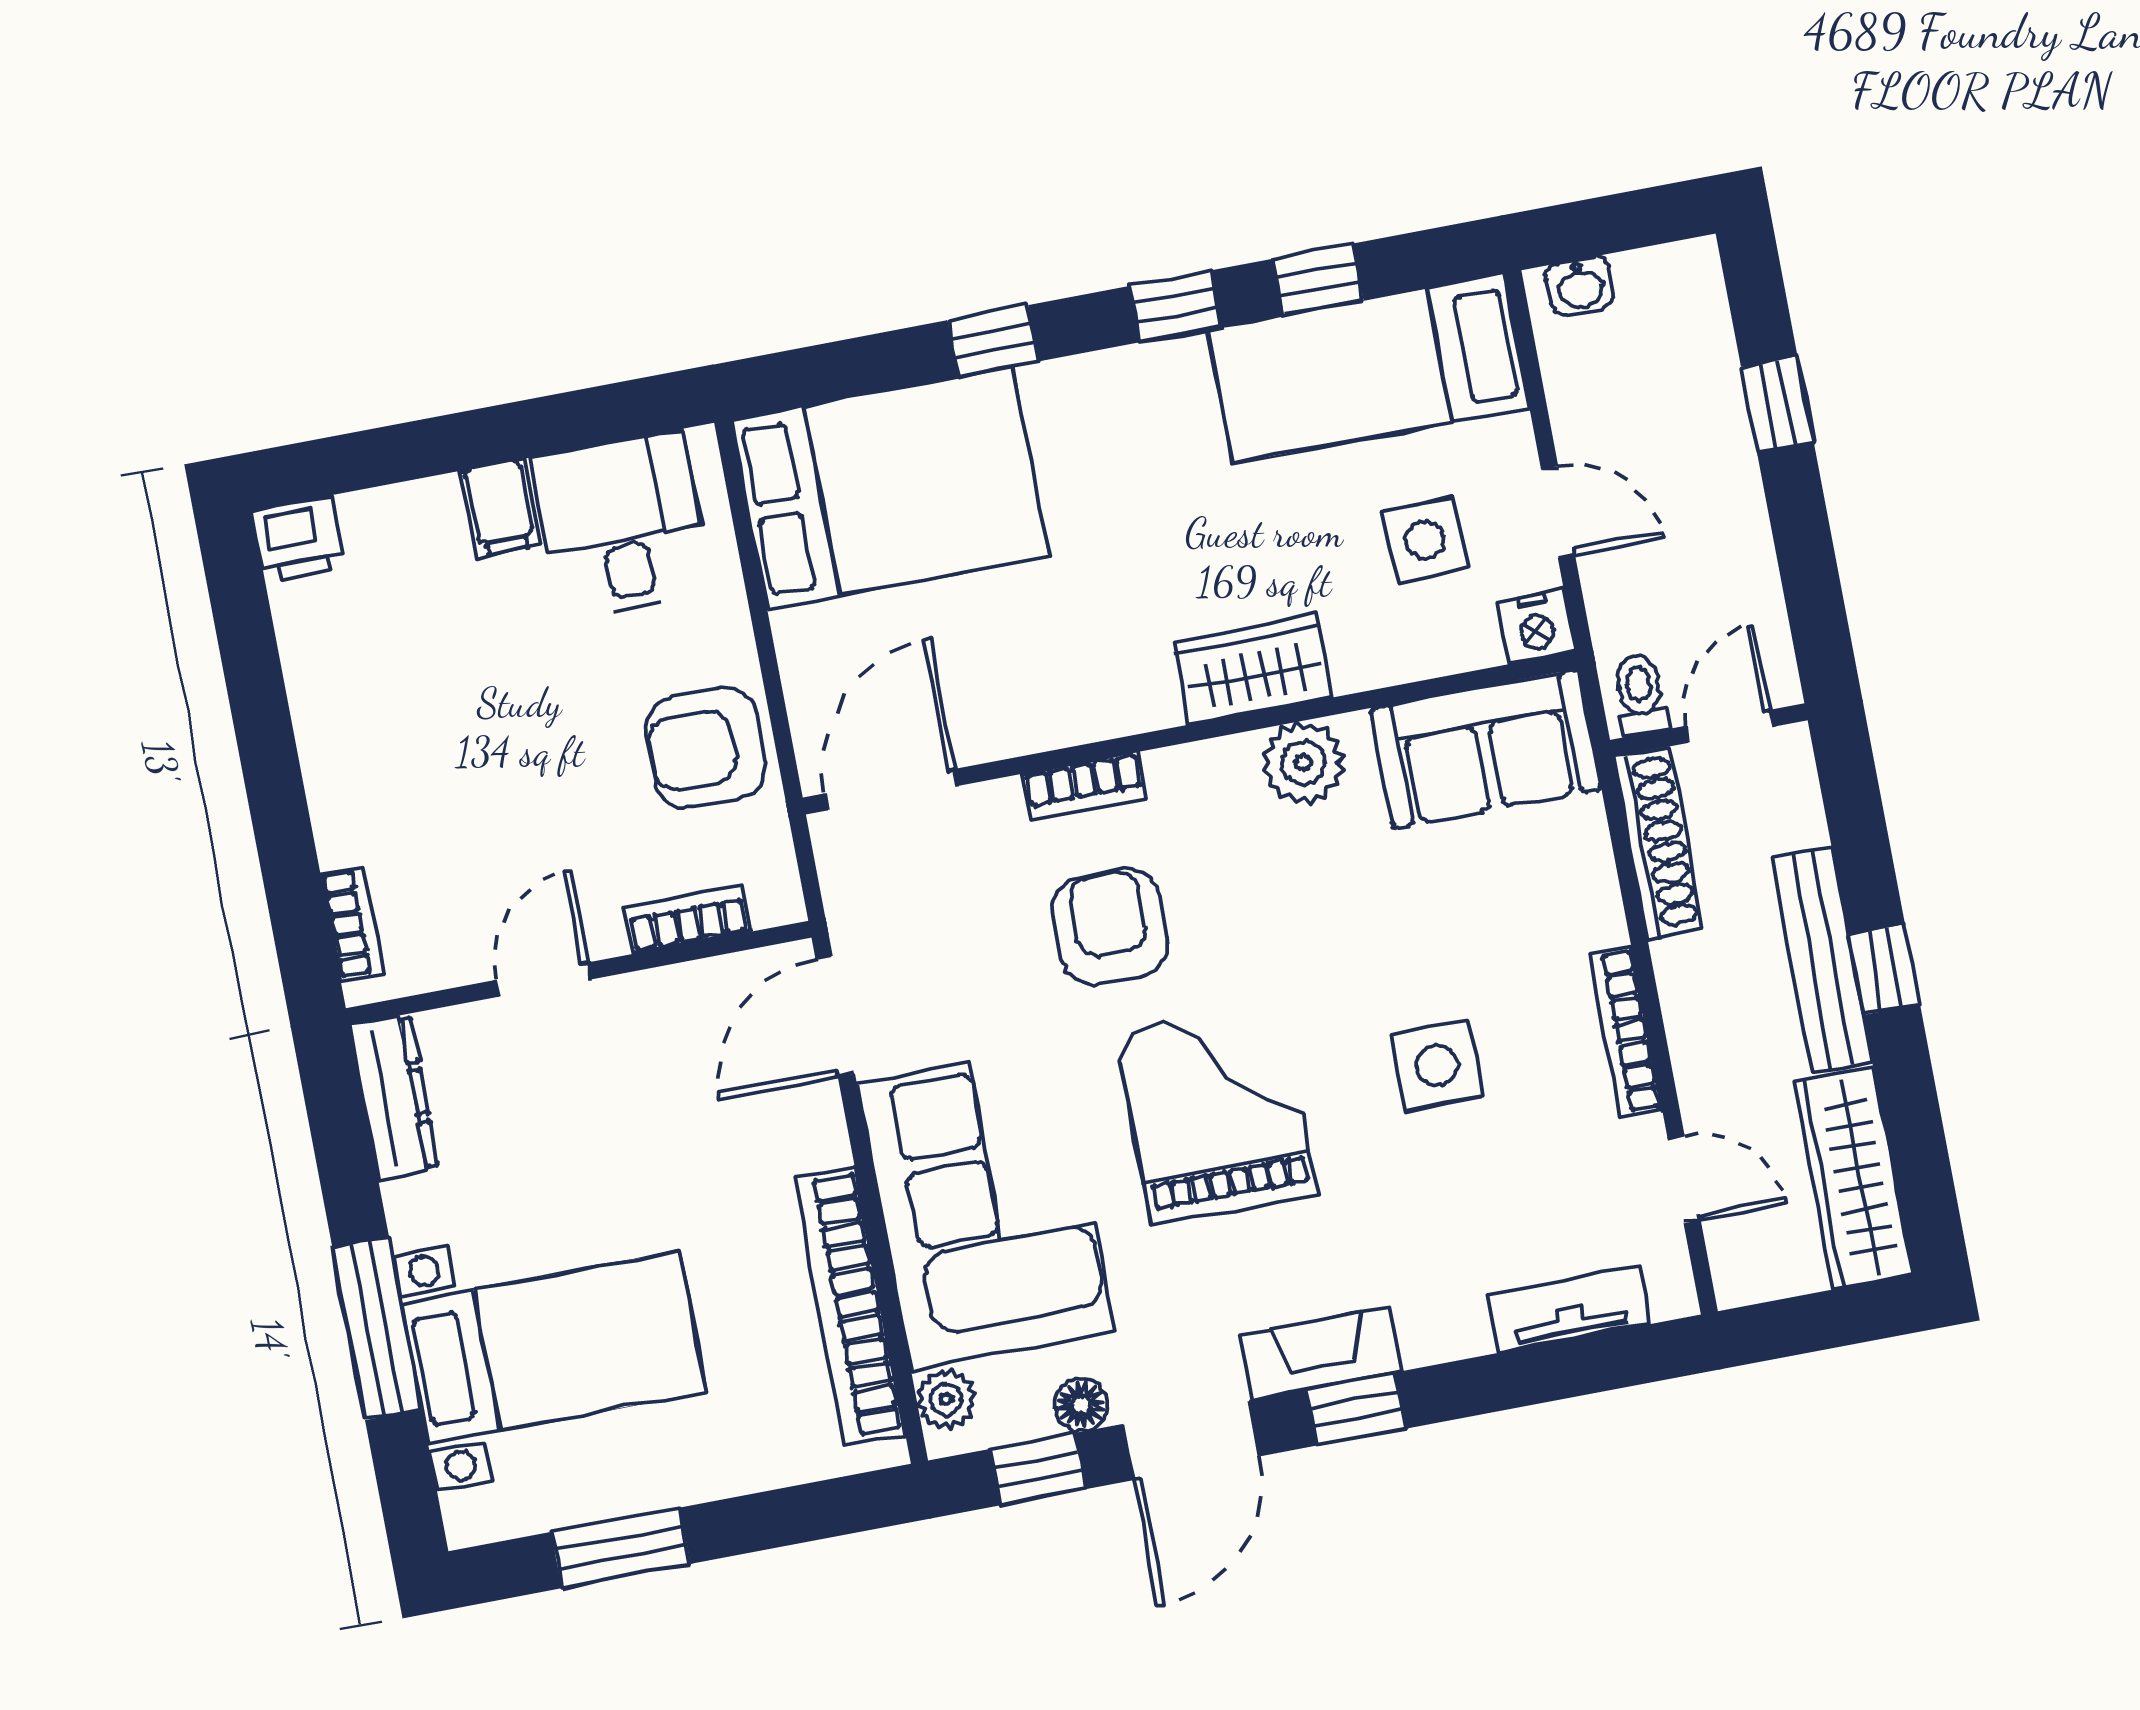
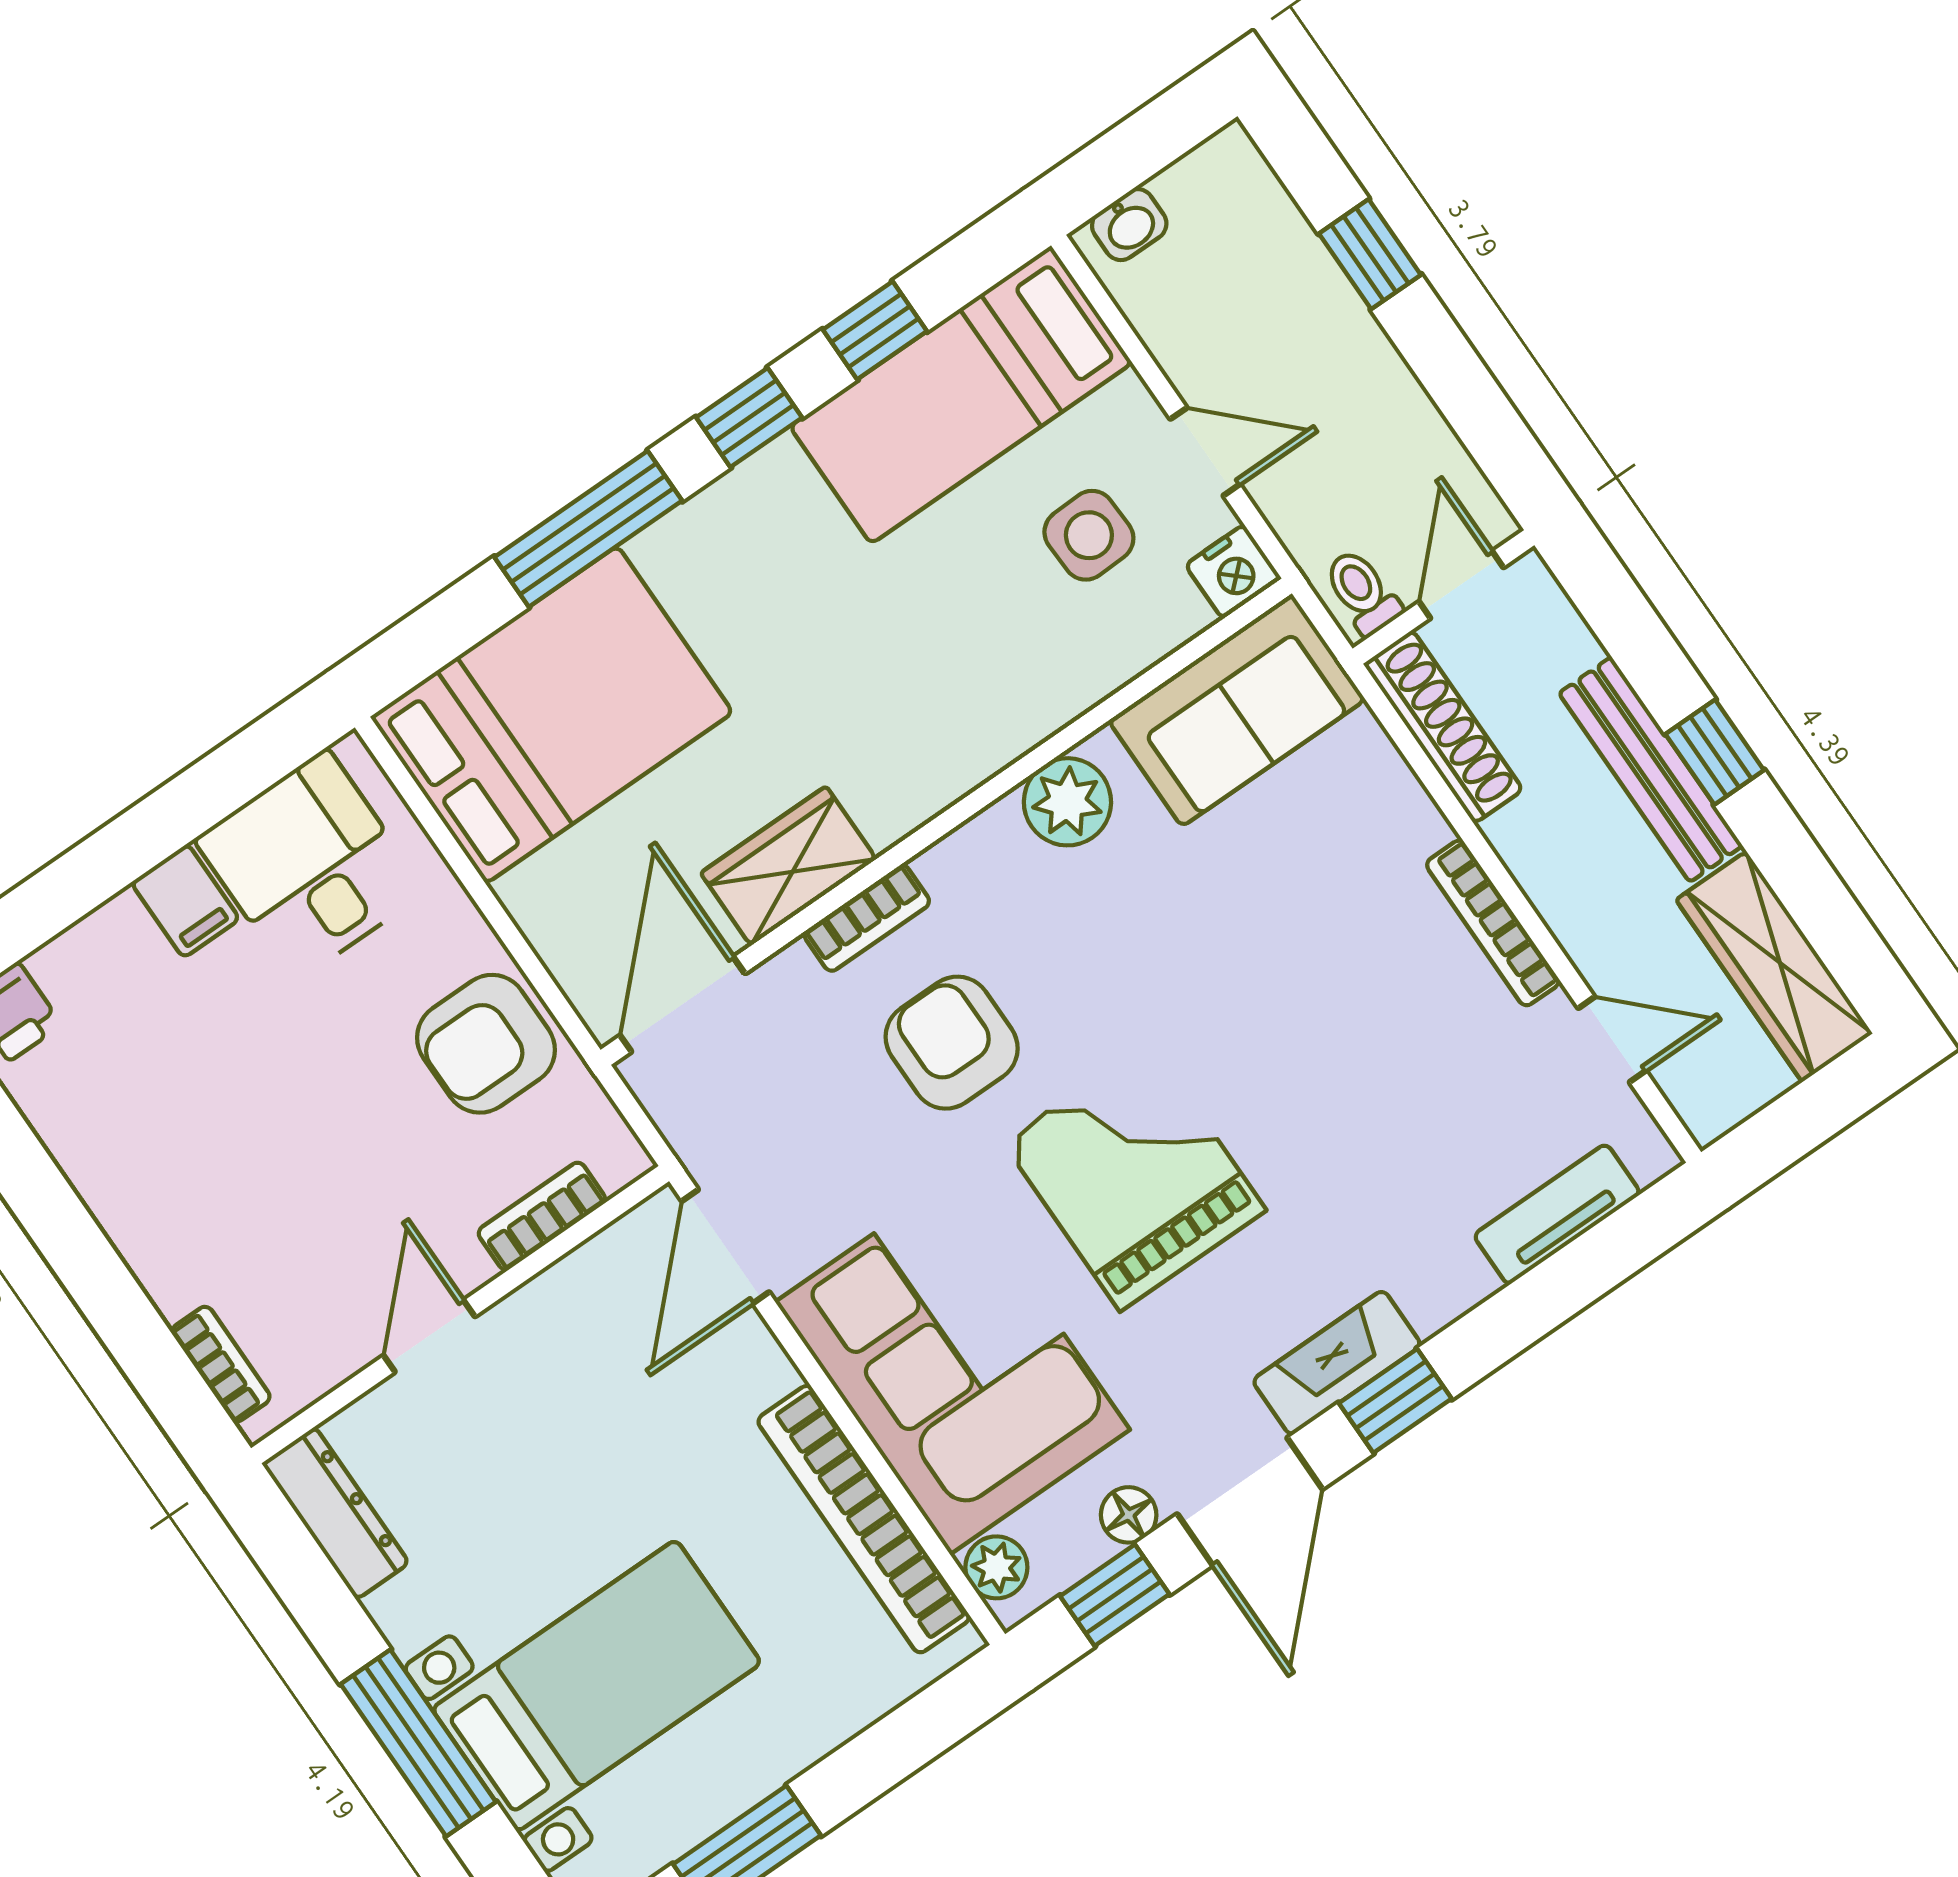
window: (993, 341) -> (588, 529), width x2.17
wardrobe: (1253, 670) -> (788, 866), moved
side table: (1437, 1066) -> (1326, 1036), removed

